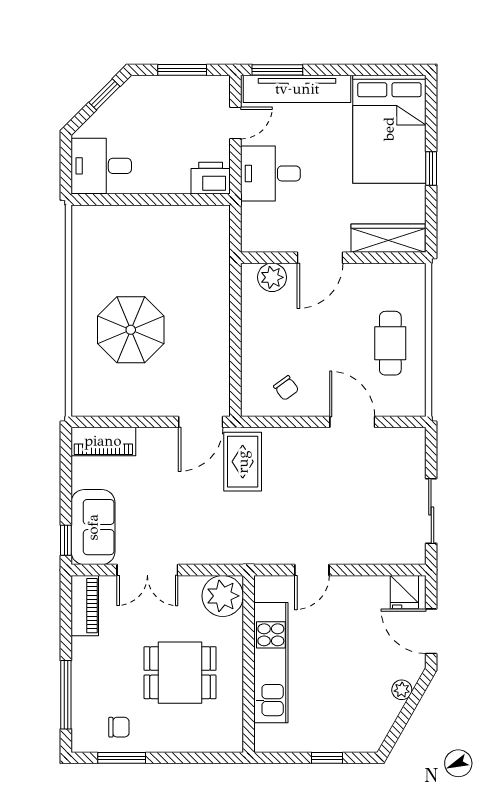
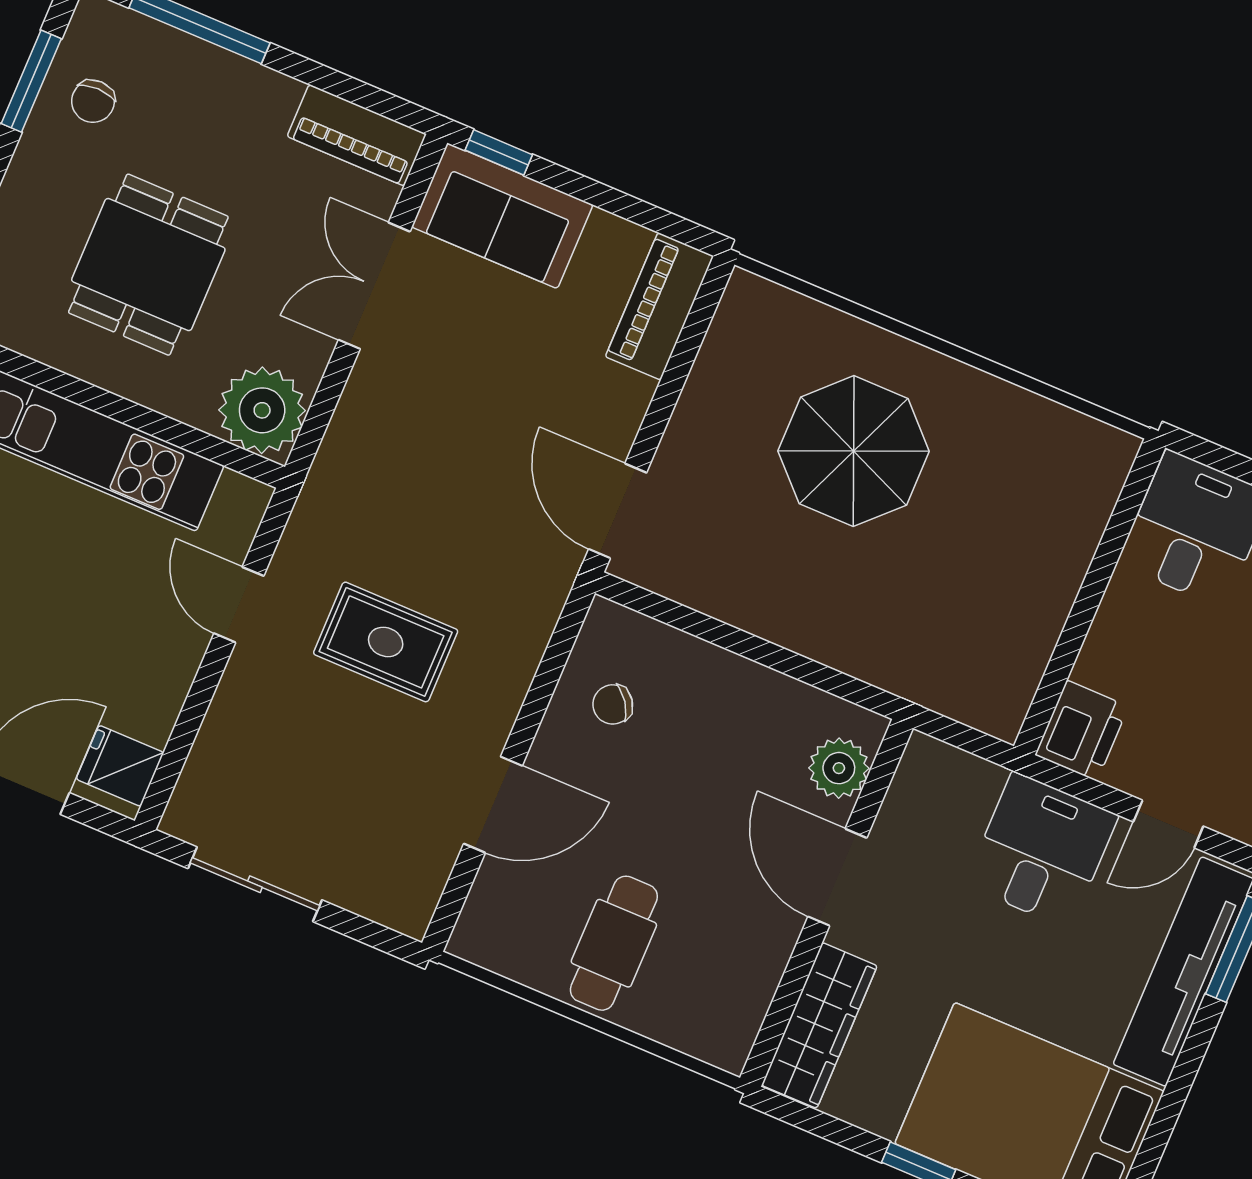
door: (235, 123) -> (1168, 824), hinge flipped
cafe table: (390, 343) -> (614, 943), turned 90
rug: (243, 462) -> (386, 642), moved

